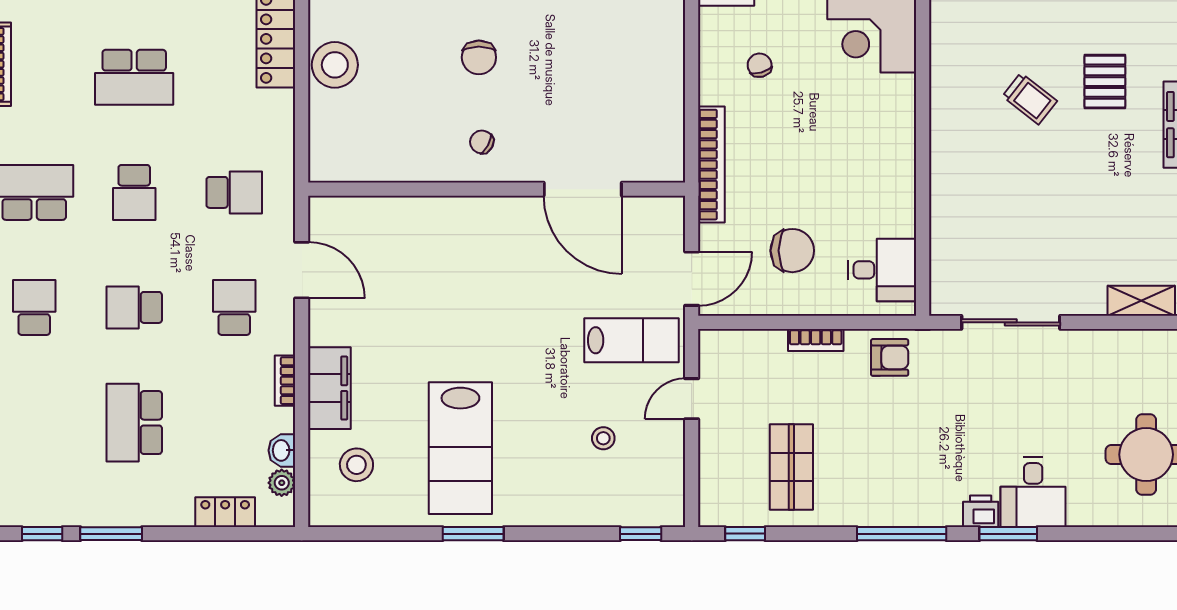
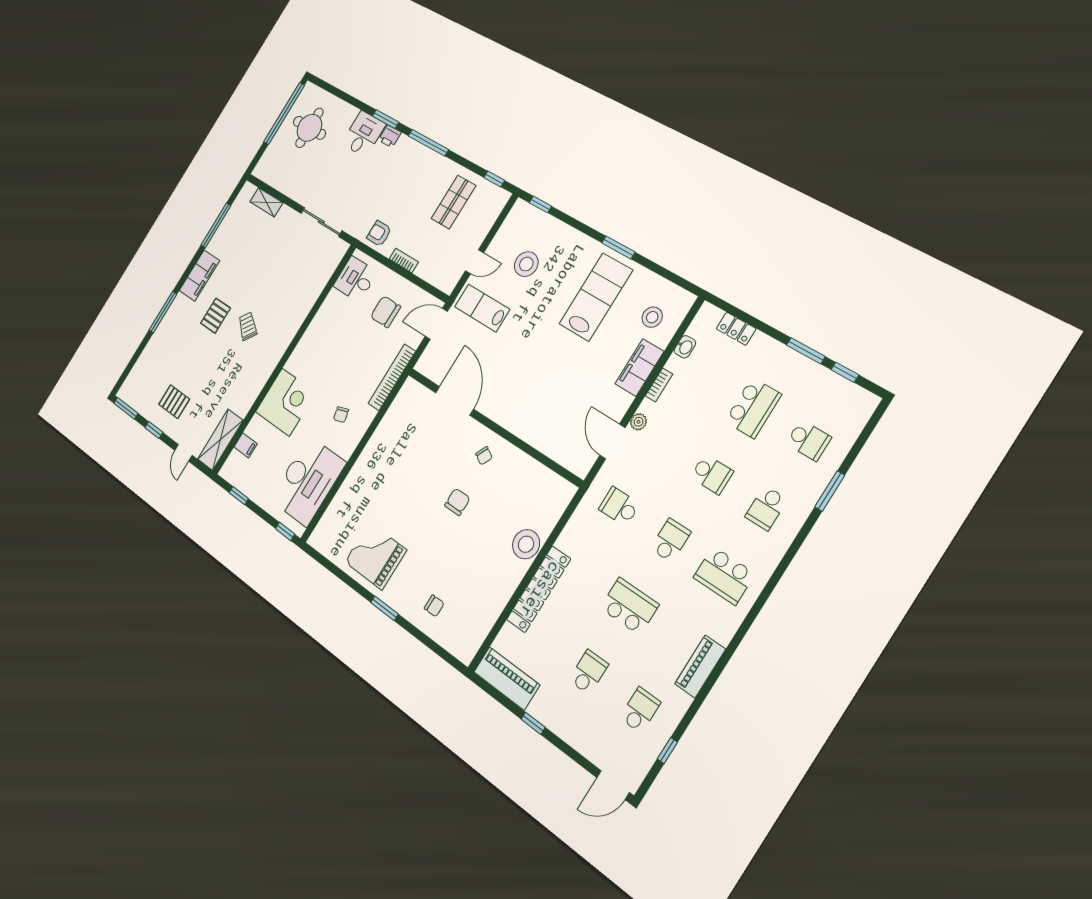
school desk: (234, 307) -> (808, 440), moved, turned -90
stool: (603, 438) -> (526, 264), width x1.89, depth x1.89
plant: (282, 483) -> (639, 422), moved

